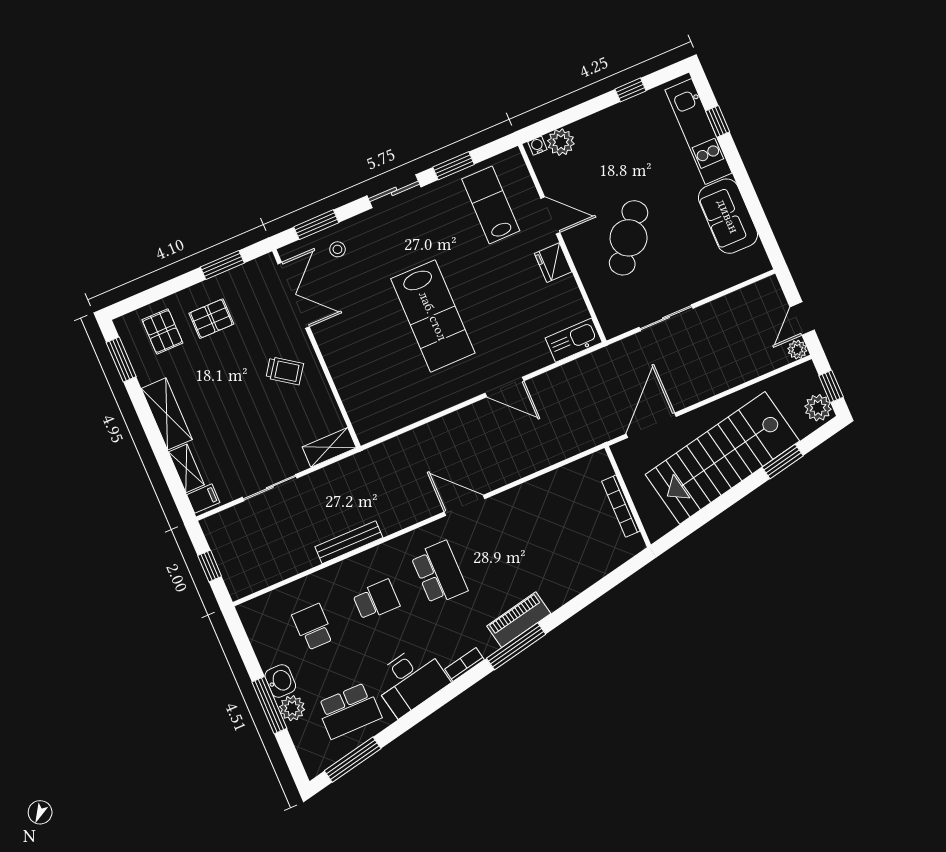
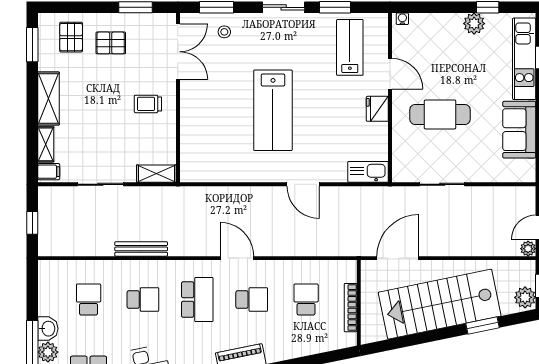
plant: (561, 142) -> (474, 24), moved
cafe table: (629, 238) -> (440, 114), turned 53
trolley: (285, 371) -> (148, 104), turned 145
school desk: (565, 519) -> (306, 300), added
school desk: (502, 546) -> (252, 300), added

